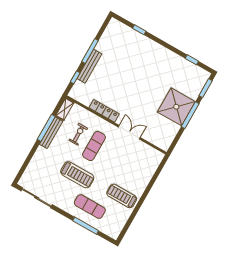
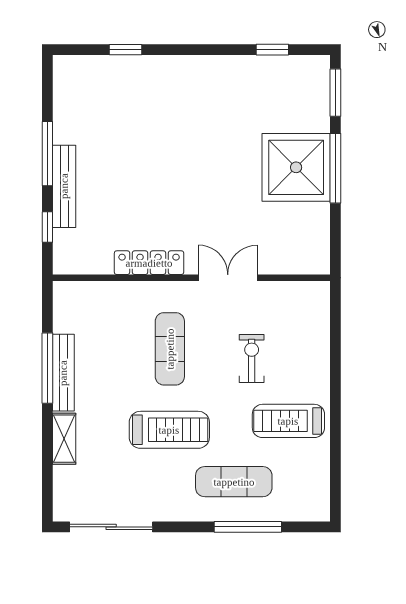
shelving: (65, 109) -> (64, 439), moved
exercise bike: (78, 134) -> (252, 358), moved

